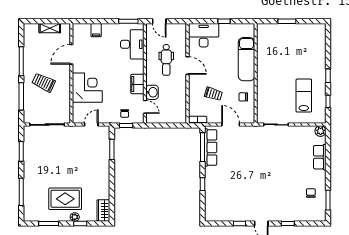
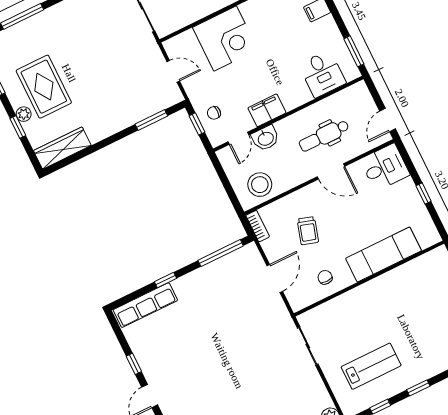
door: (159, 21) -> (388, 120), moved
desk: (204, 35) -> (385, 167), width x0.73
desk: (132, 44) -> (322, 74), width x0.73
door: (187, 66) -> (331, 171), hinge flipped
stool: (176, 108) -> (260, 185), added
row of seats: (211, 147) -> (145, 305), moved
wardrobe: (103, 211) -> (62, 148), width x1.50

